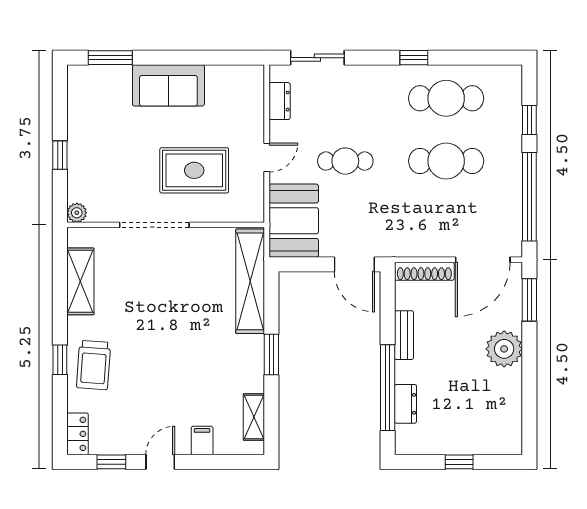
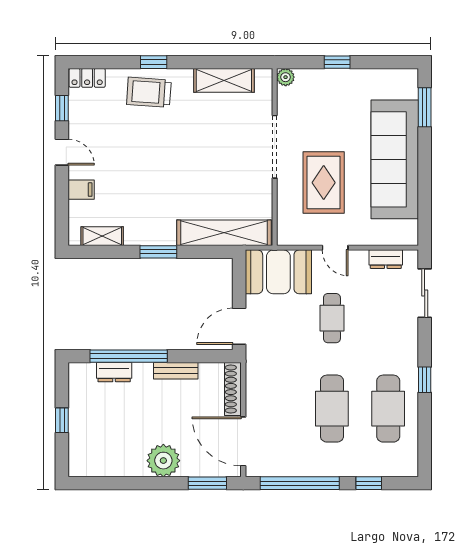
sofa: (168, 85) -> (395, 159), width x1.85, depth x1.27

